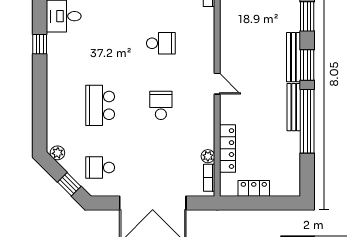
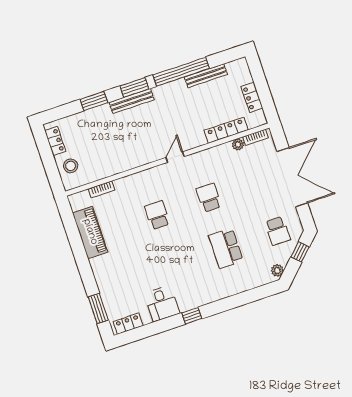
school desk: (100, 105) -> (226, 248), turned 90
school desk: (161, 105) -> (209, 198), turned 90
bench: (294, 107) -> (206, 76), moved

